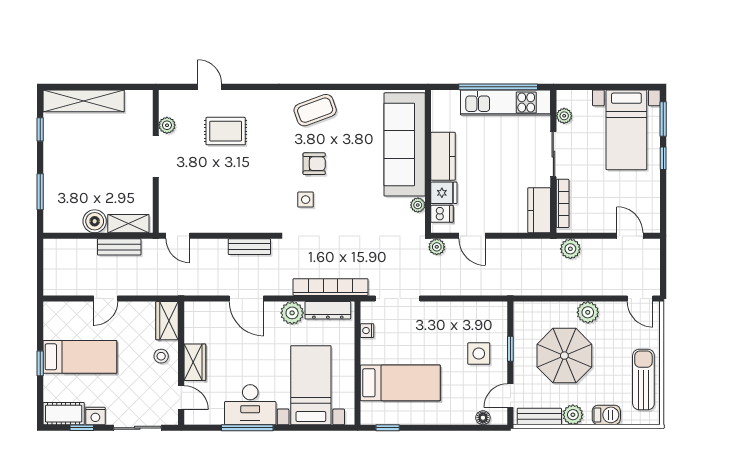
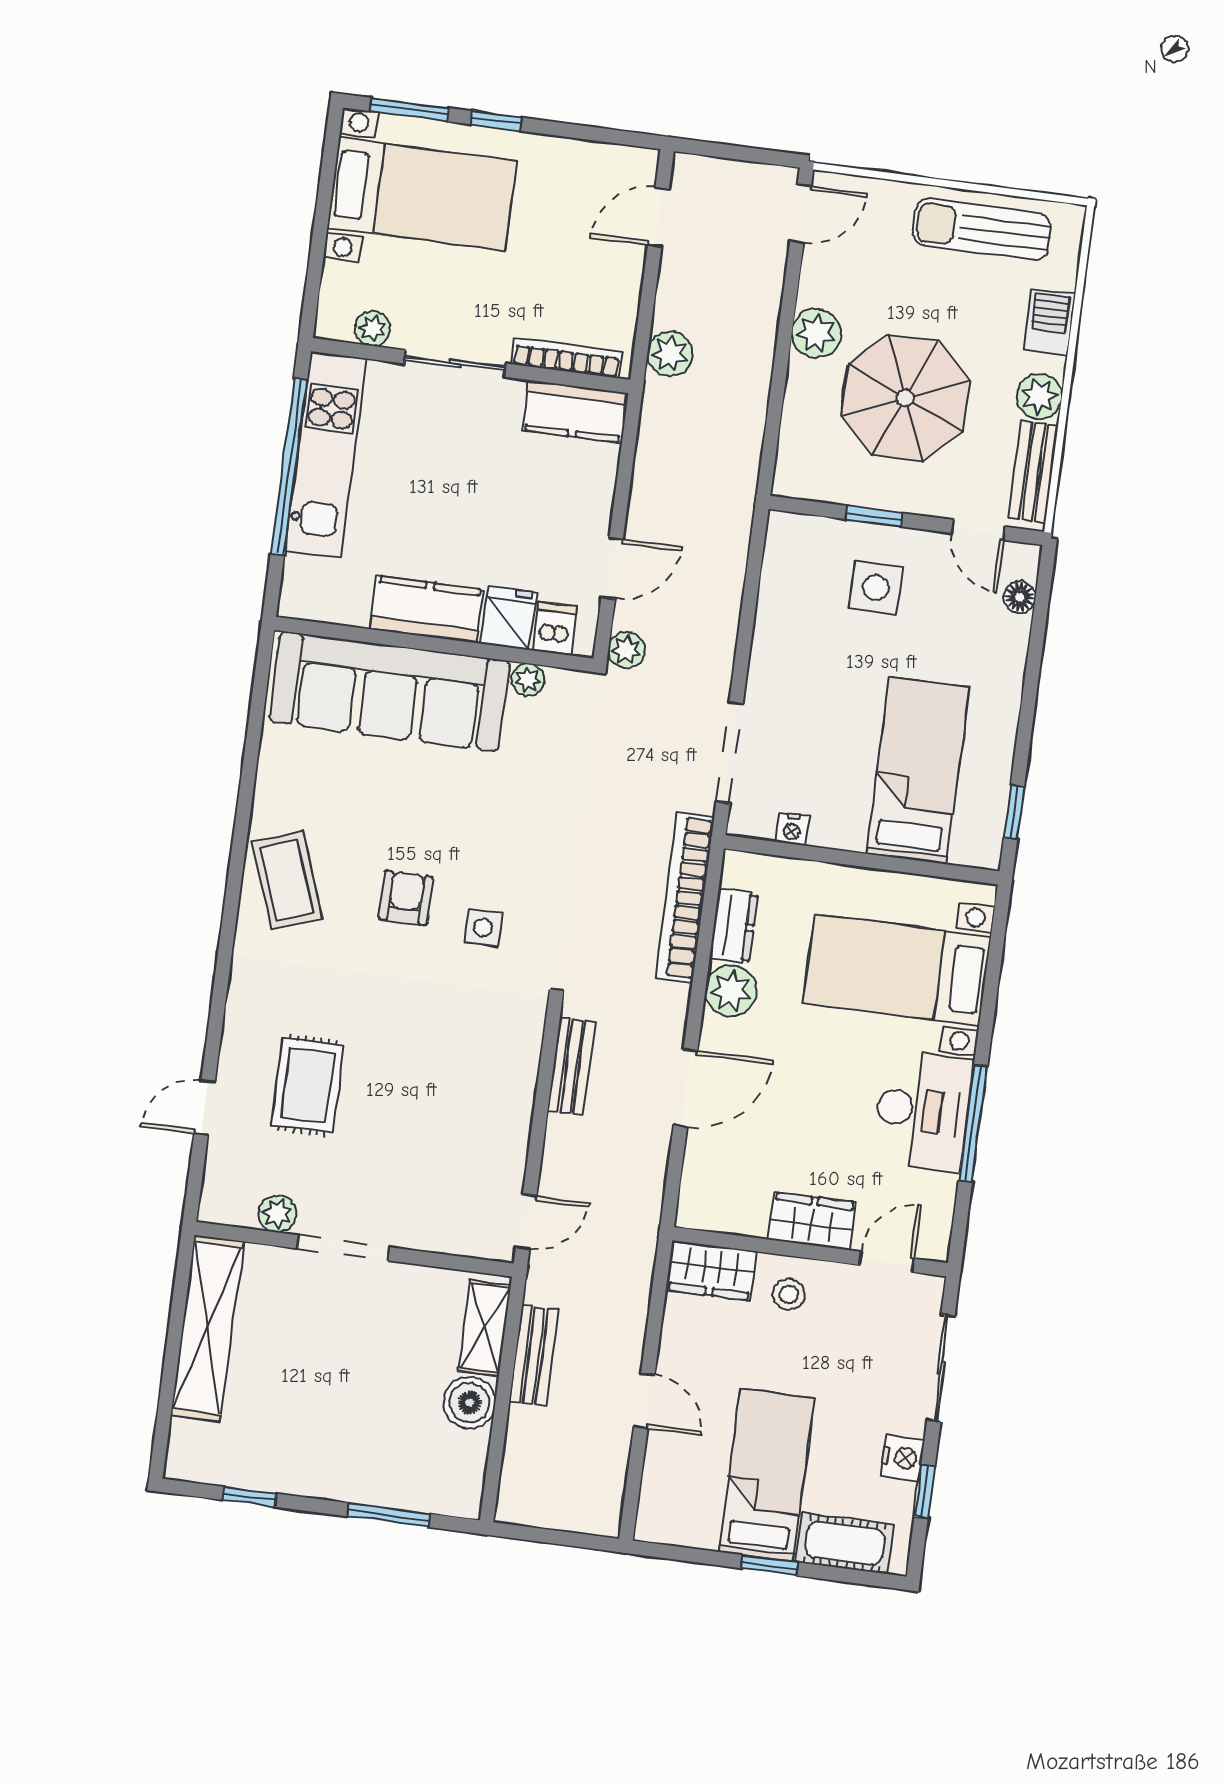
shelving: (84, 101) -> (207, 1328), moved
dresser: (328, 310) -> (733, 926), width x0.70
cot: (64, 414) -> (845, 1543), moved, turned 90

